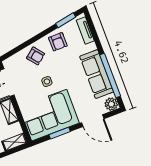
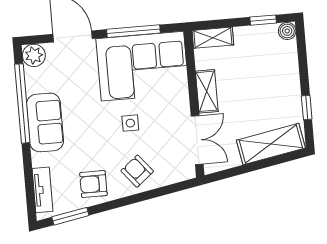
armchair: (58, 42) -> (93, 184), turned -90
sofa: (97, 74) -> (45, 122), width x0.73
window: (60, 133) -> (133, 31), width x1.44

